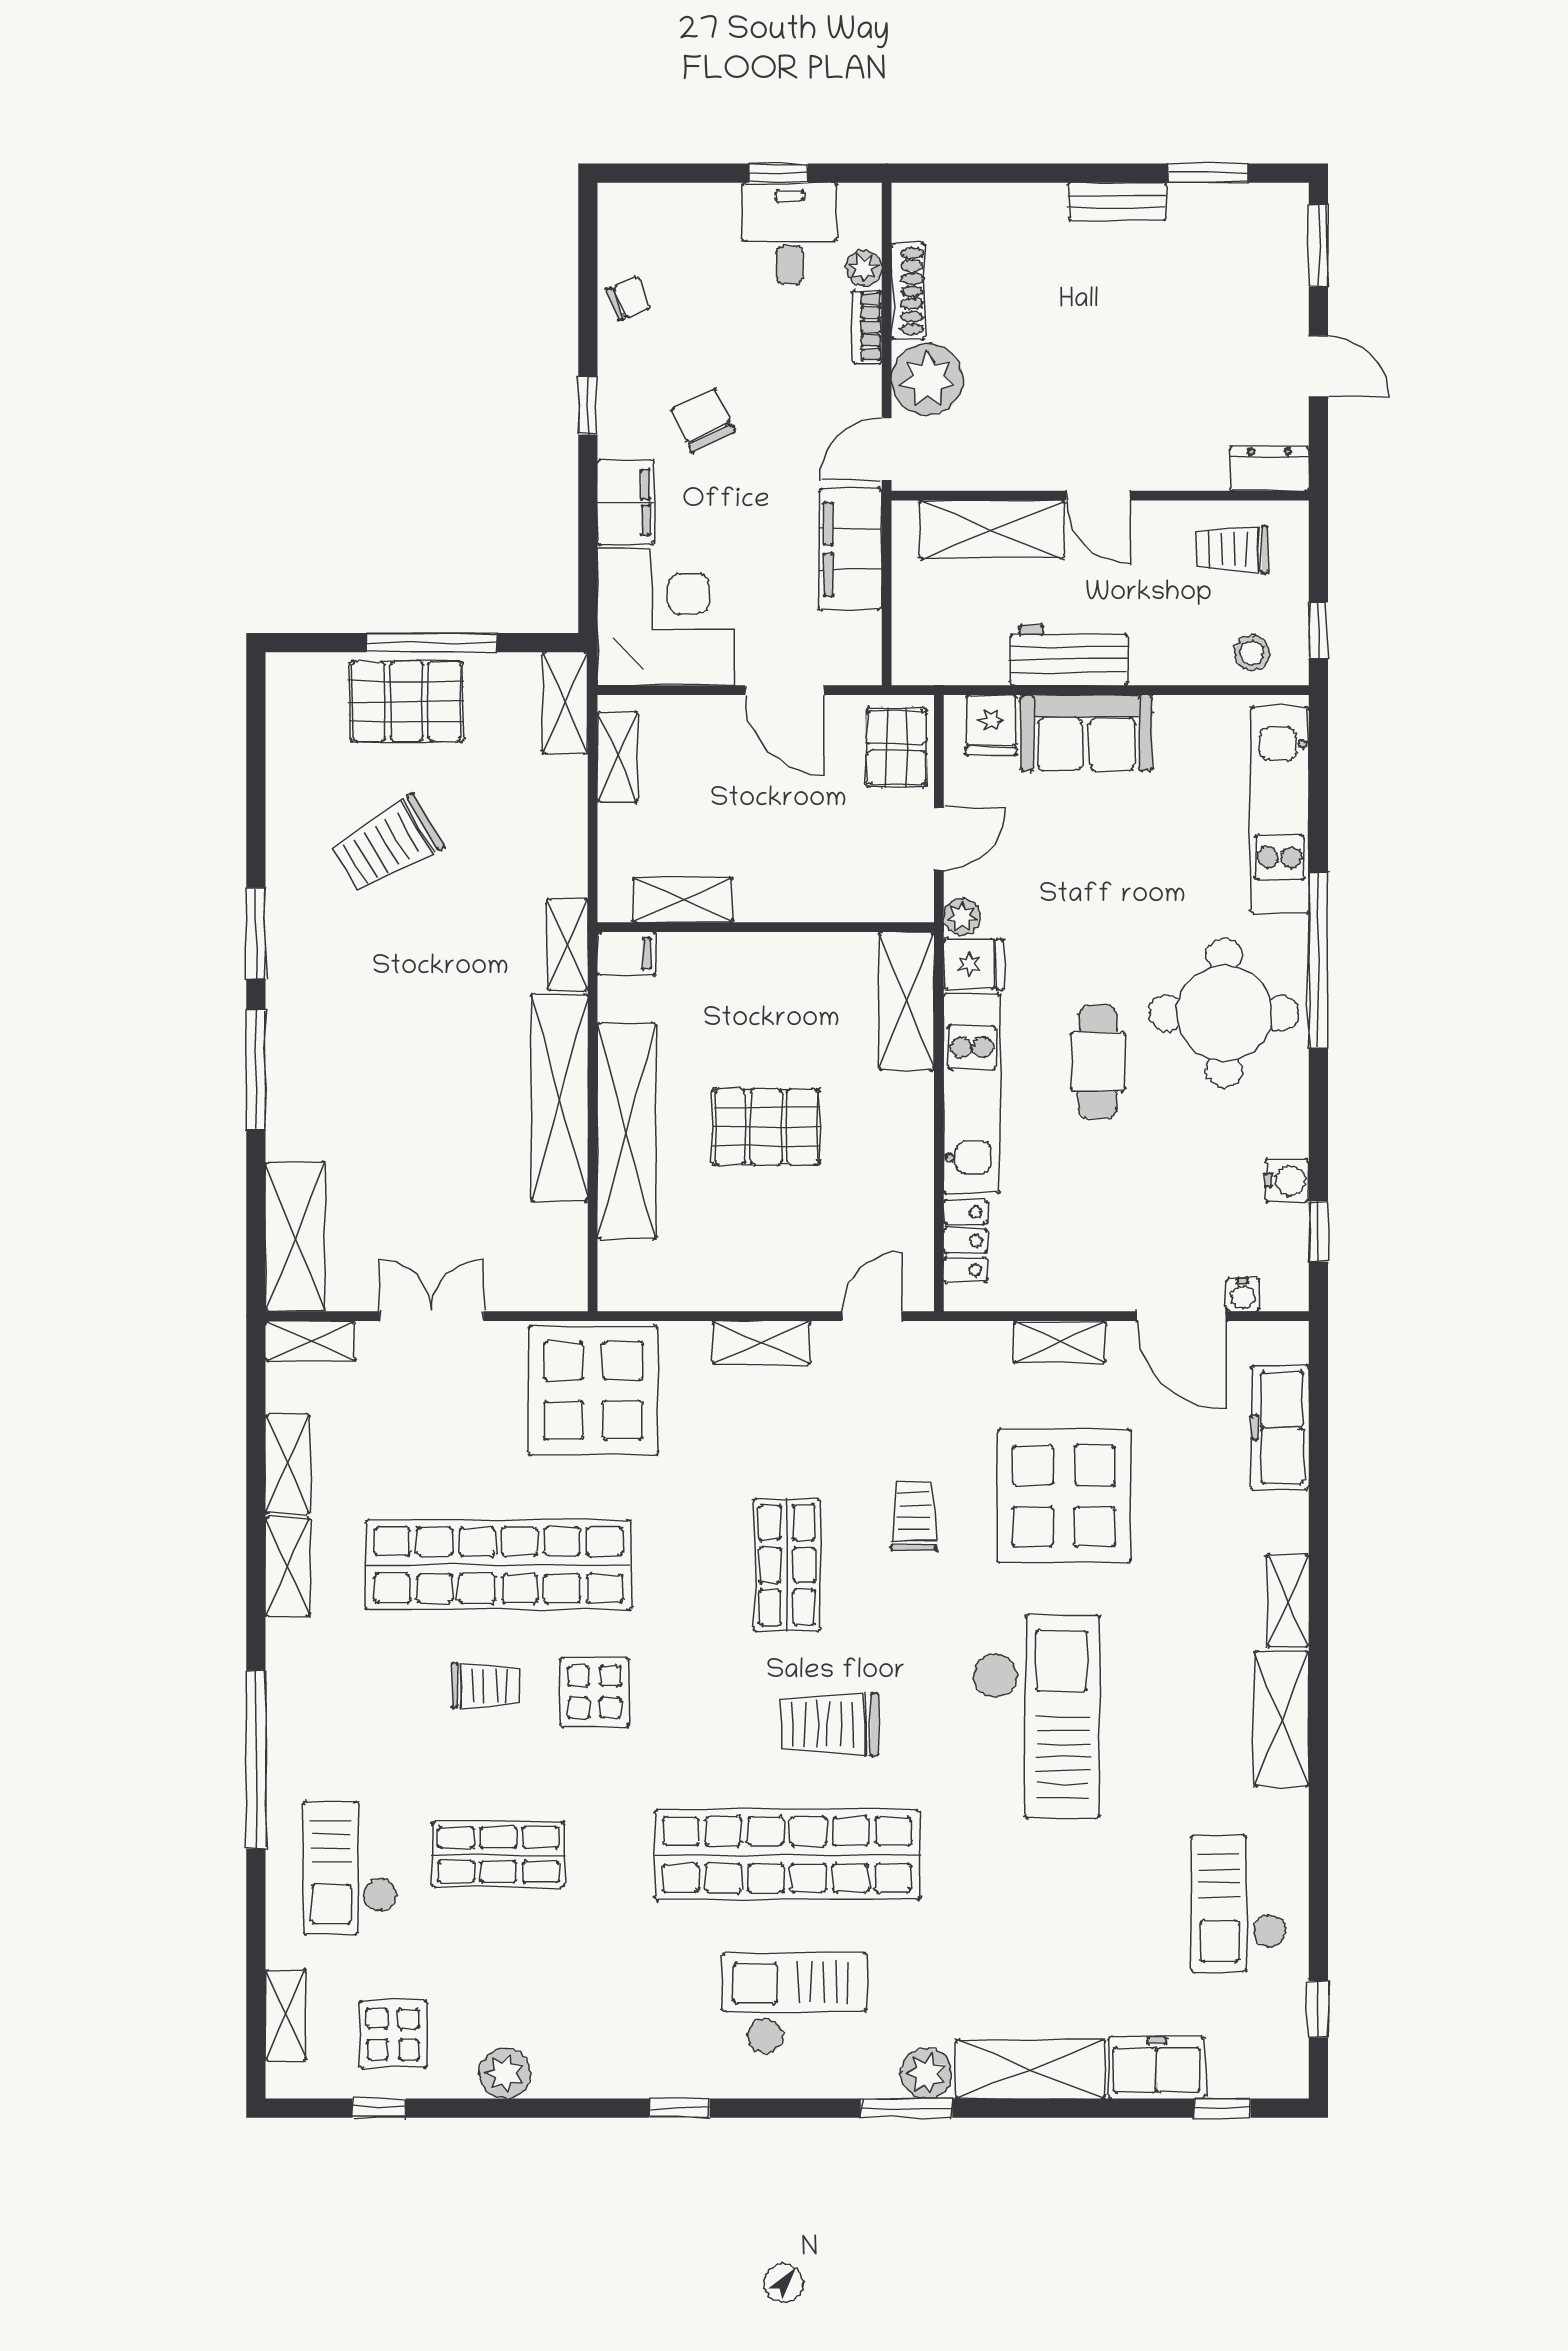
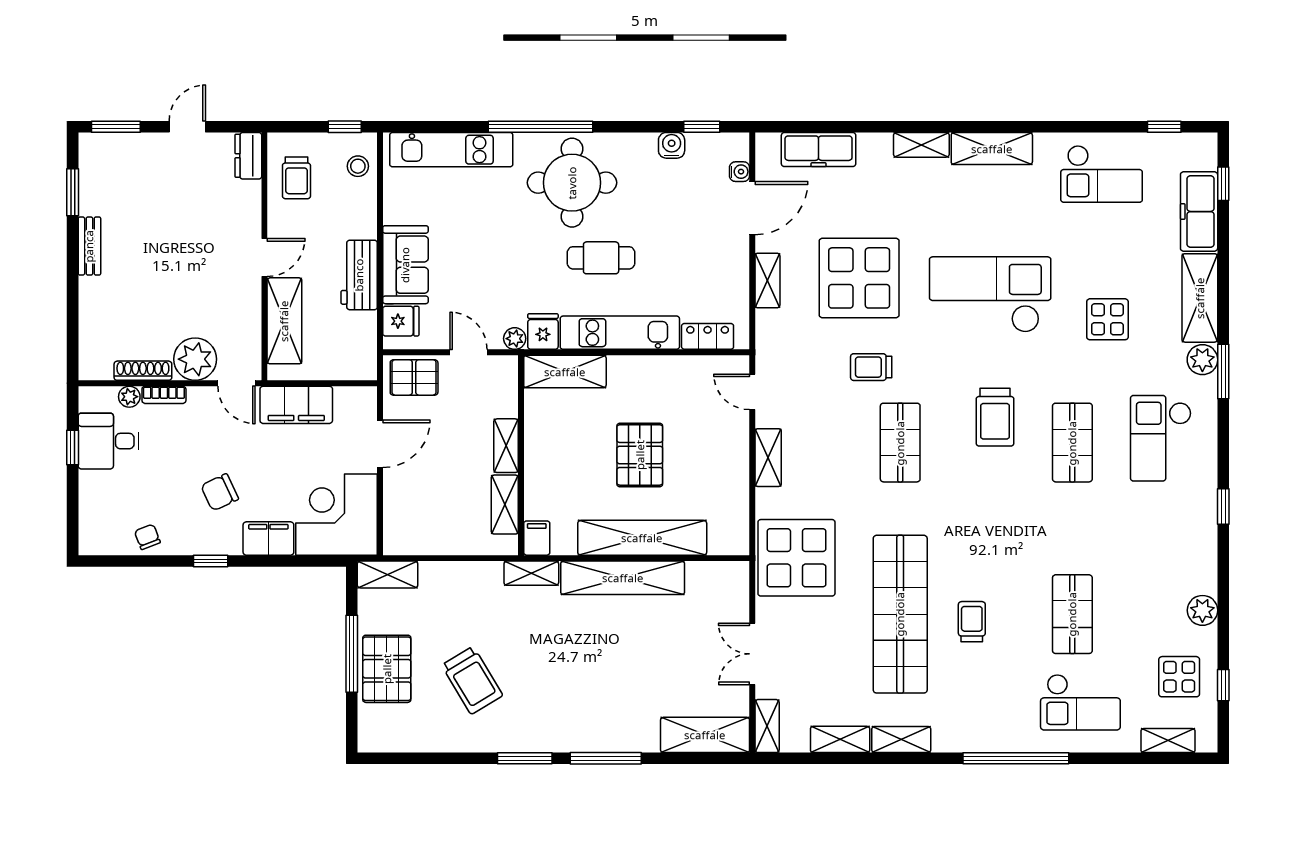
shelving: (618, 757) -> (506, 446), moved, turned 90
shop shelf: (787, 1565) -> (900, 443), turned 90
display table: (595, 1692) -> (1107, 319), moved
shop shelf: (787, 1855) -> (1072, 443), width x0.50, depth x0.74
freezer: (1157, 2068) -> (1199, 212), width x1.40

